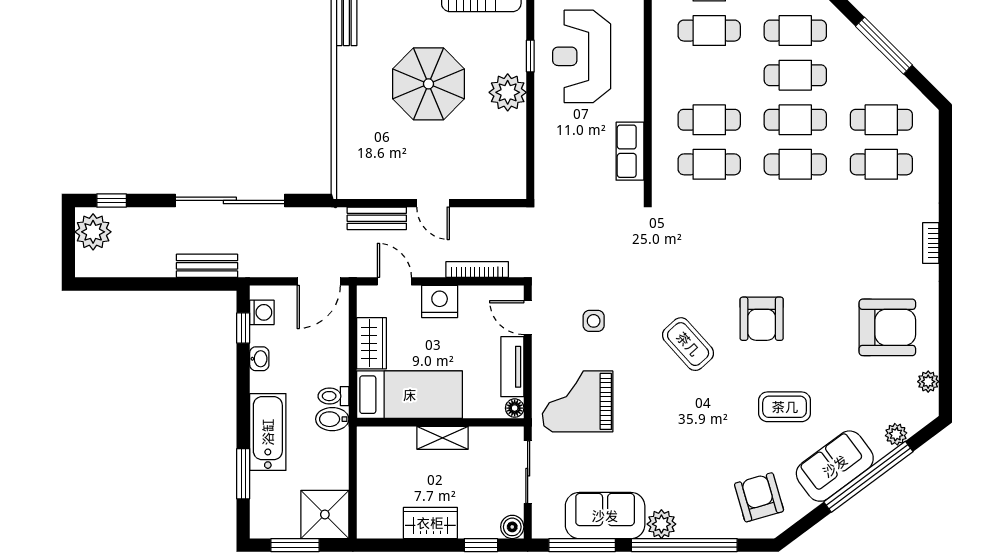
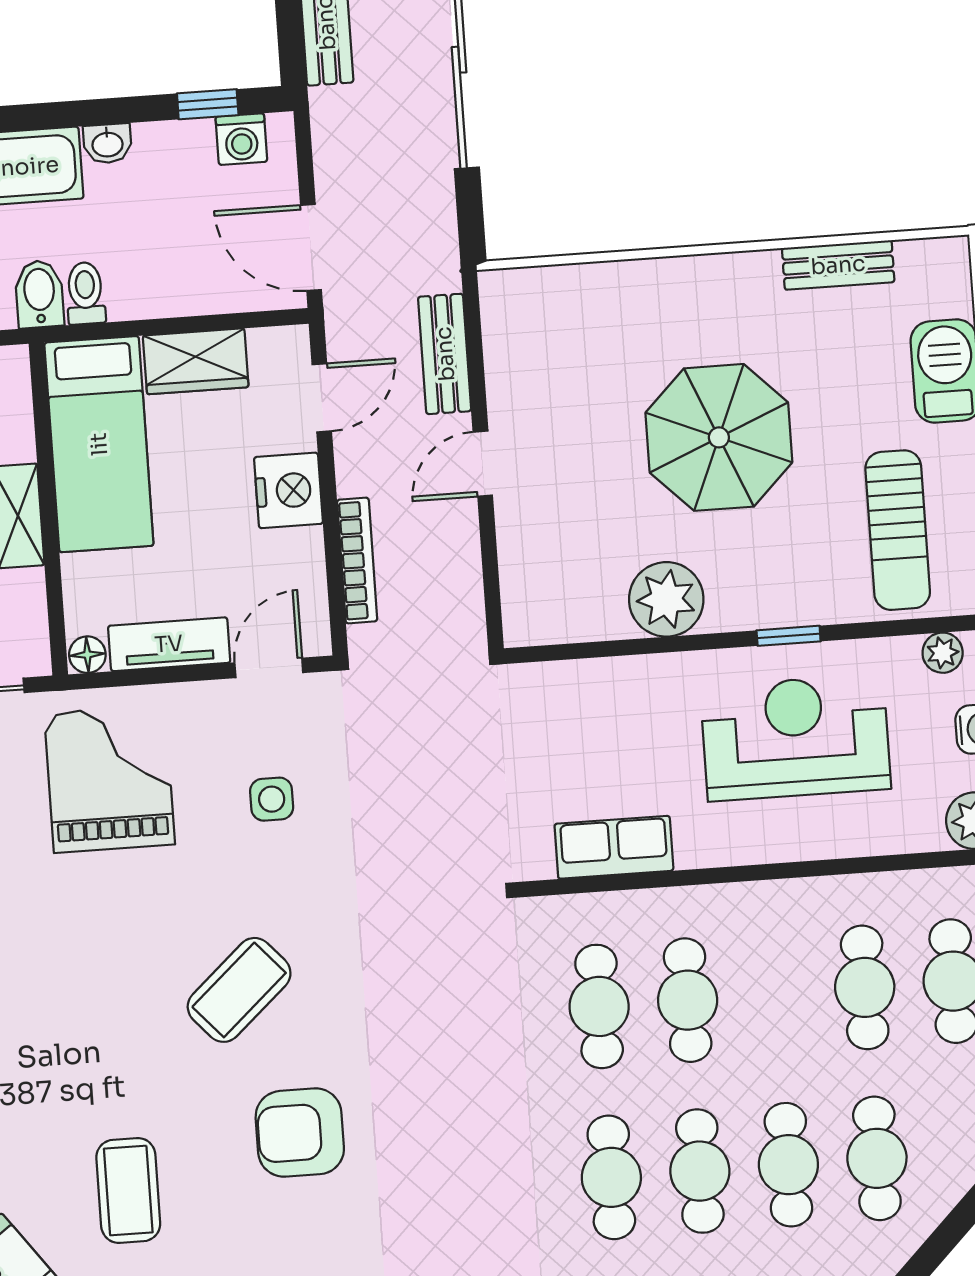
plant: (508, 92) -> (666, 599), moved
washbasin: (259, 359) -> (107, 144), moved

